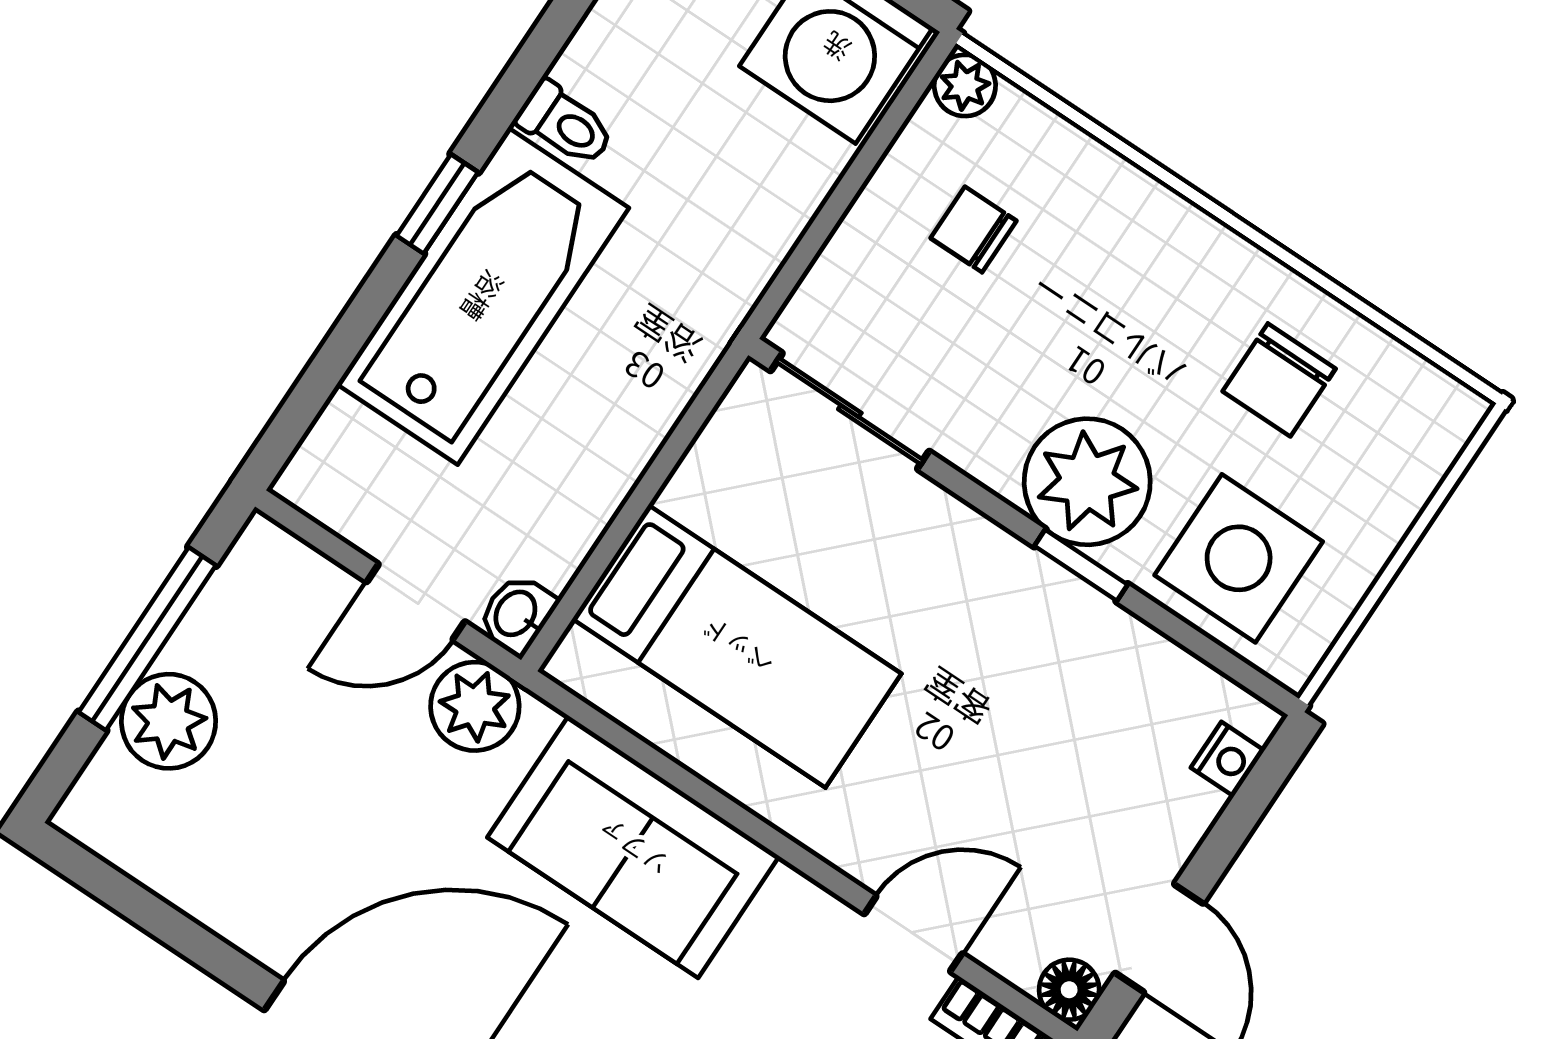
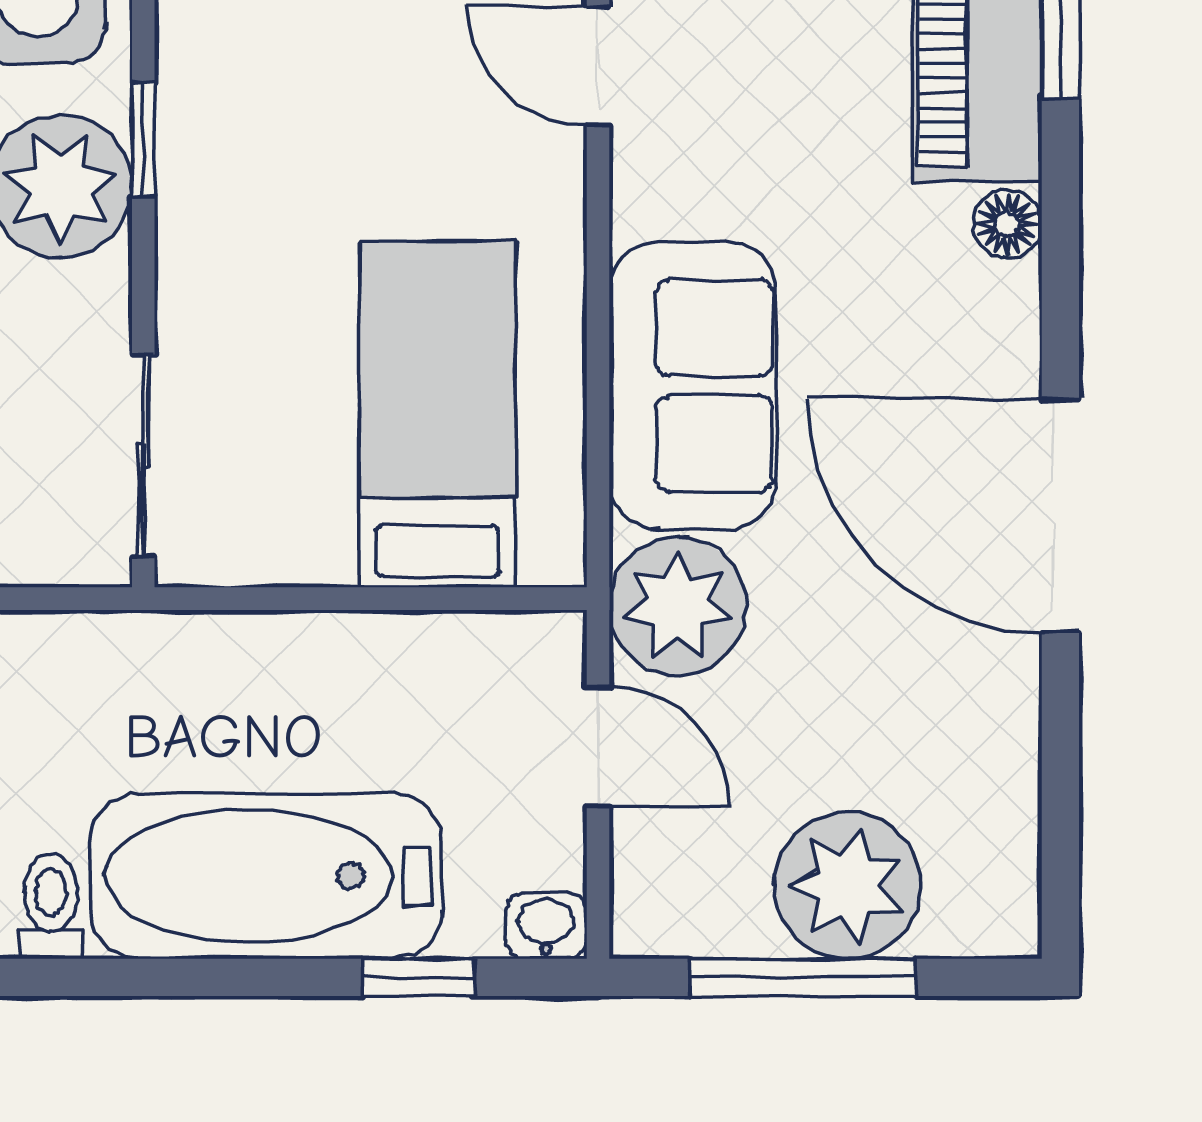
window: (437, 204) -> (418, 977), moved
washbasin: (517, 614) -> (546, 926), moved, turned 180
plant: (475, 706) -> (678, 606), width x1.36, depth x1.36
plant: (169, 721) -> (848, 886), width x1.36, depth x1.36

